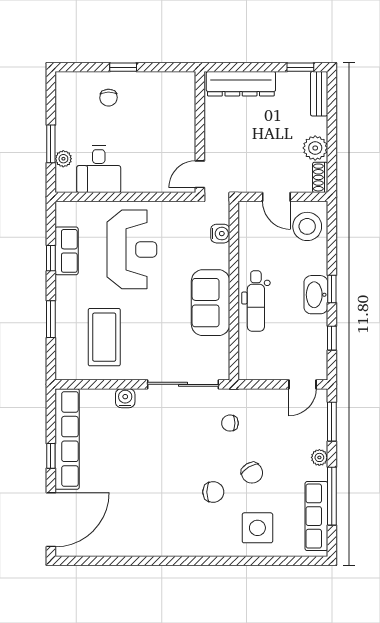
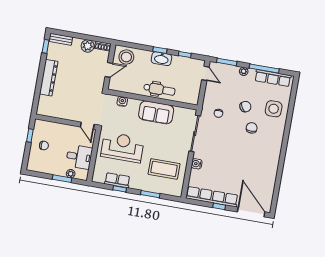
wall: (200, 132) -> (66, 122), moved
door: (200, 174) -> (87, 126), moved

